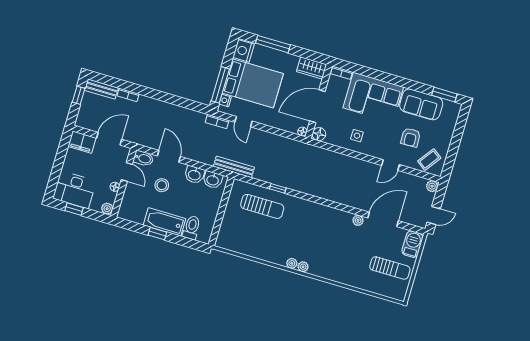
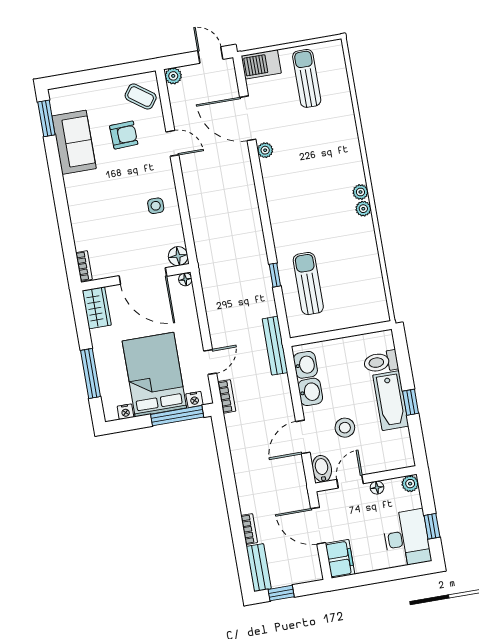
nightstand: (243, 51) -> (125, 412), width x0.53, depth x0.56
corner sofa: (373, 97) -> (96, 209), removed

